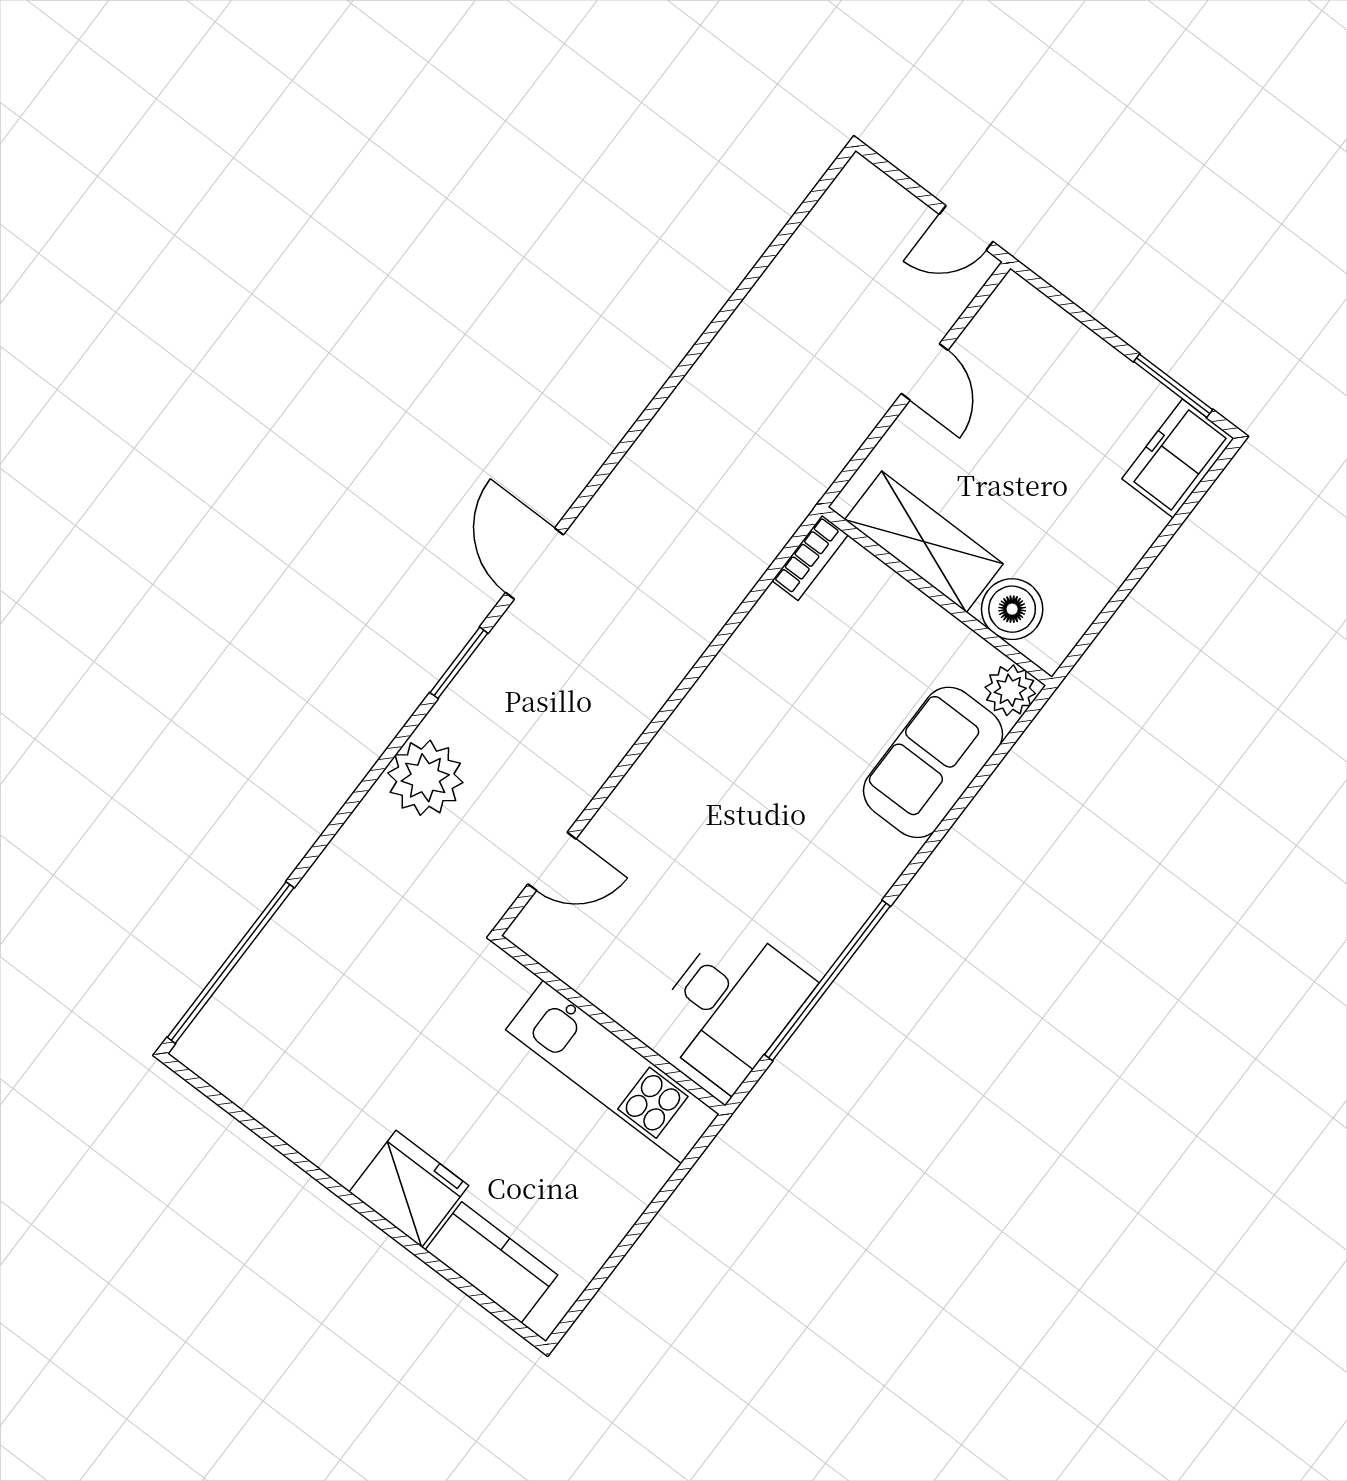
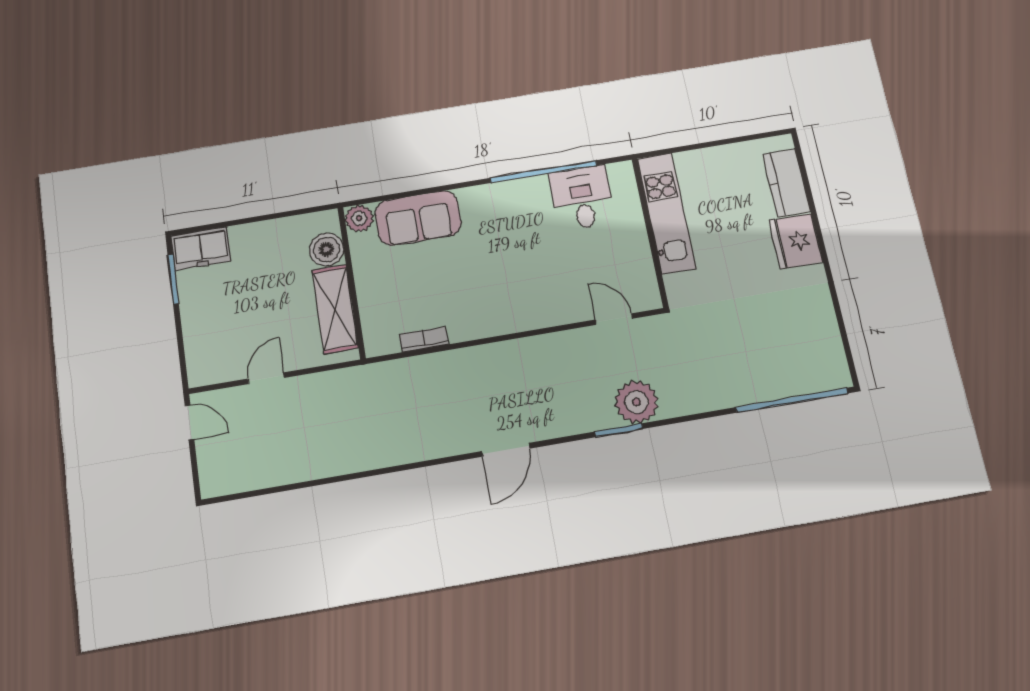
bookcase: (810, 558) -> (424, 339), moved
window: (459, 663) -> (619, 430), moved
desk: (731, 1006) -> (582, 198), width x0.73

